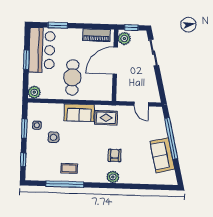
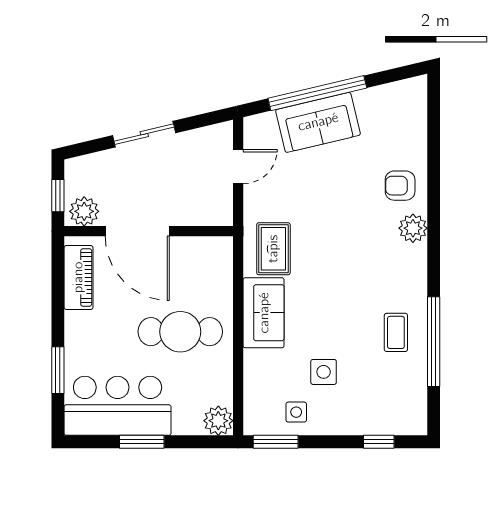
sliding door: (154, 53) -> (144, 134), moved
window: (24, 129) -> (276, 442), moved
armchair: (115, 155) -> (400, 186), moved
sofa: (162, 155) -> (318, 122), moved

